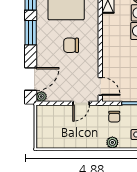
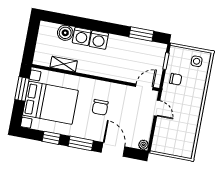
door: (31, 79) -> (113, 149), moved
plant: (112, 142) -> (200, 86), removed

